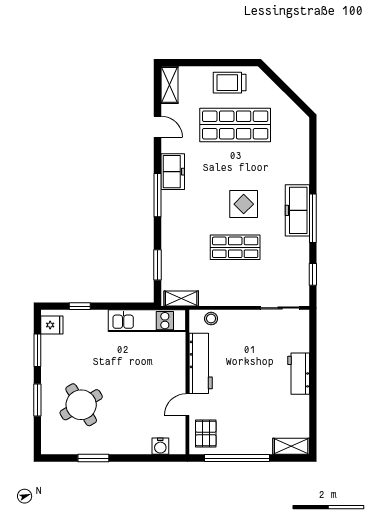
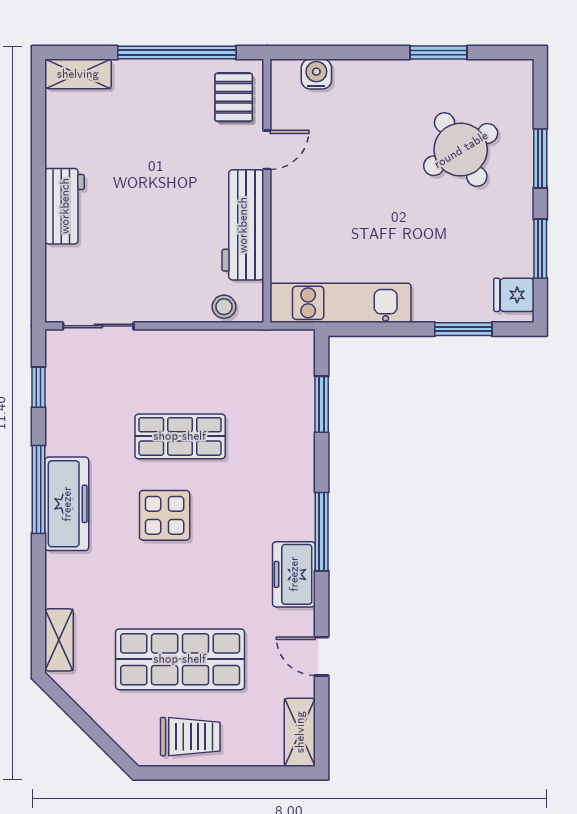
shelving: (181, 298) -> (59, 640), moved, turned 90
window: (80, 306) -> (463, 329), width x1.50

